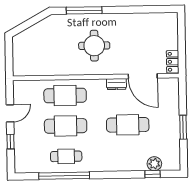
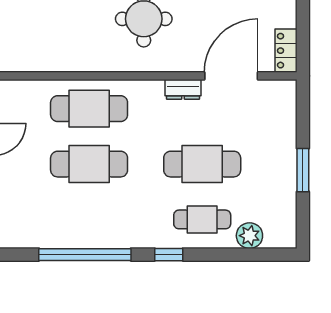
door: (143, 76) -> (231, 76), swing flipped
cafe table: (66, 156) -> (202, 219), moved
window: (153, 174) -> (169, 255), moved

